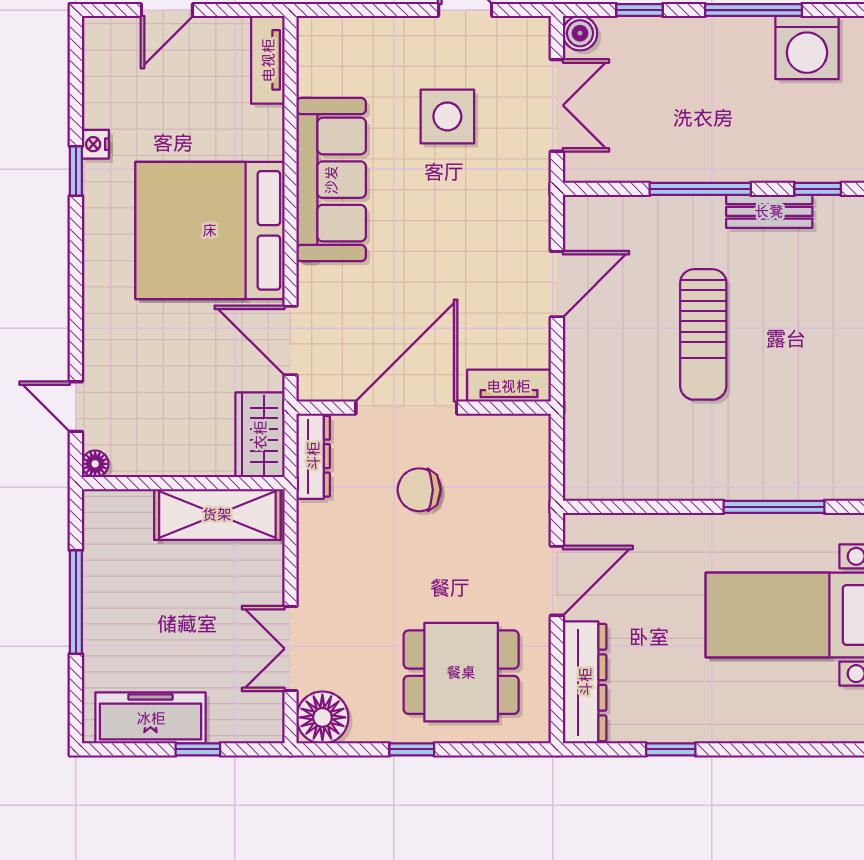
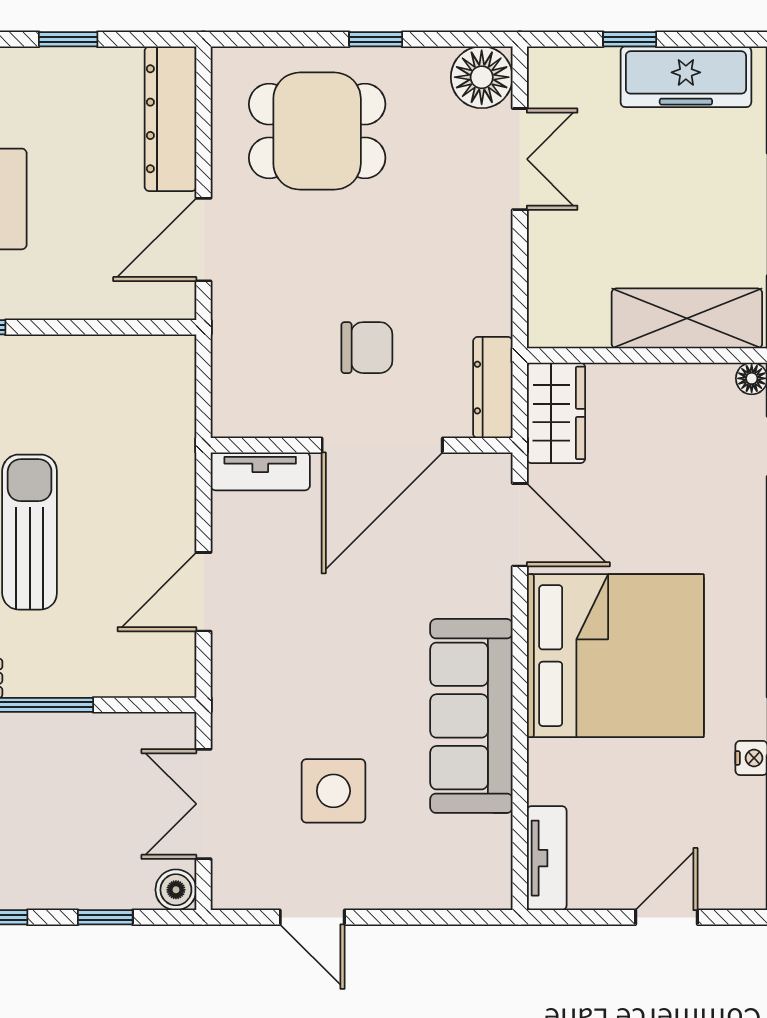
shelving: (217, 514) -> (687, 318), moved

